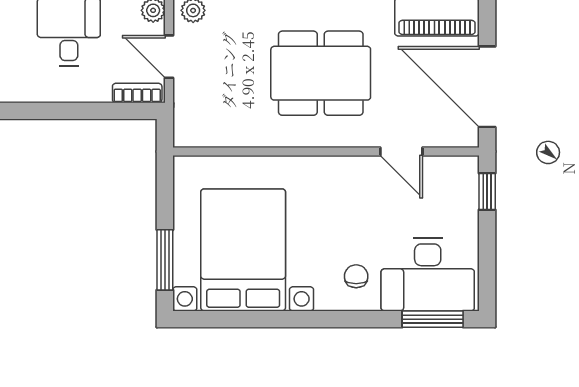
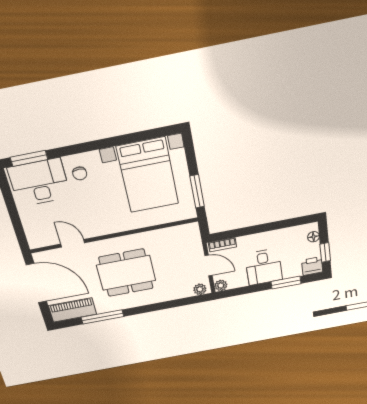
window: (487, 191) -> (20, 232), removed
window: (165, 260) -> (197, 191), moved

